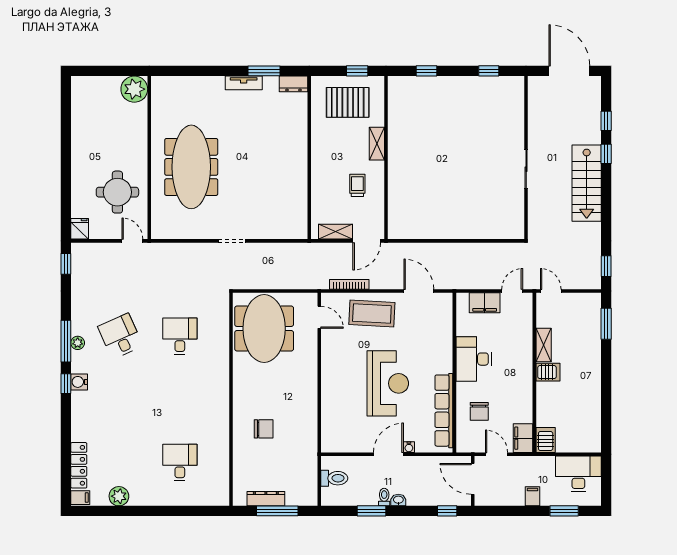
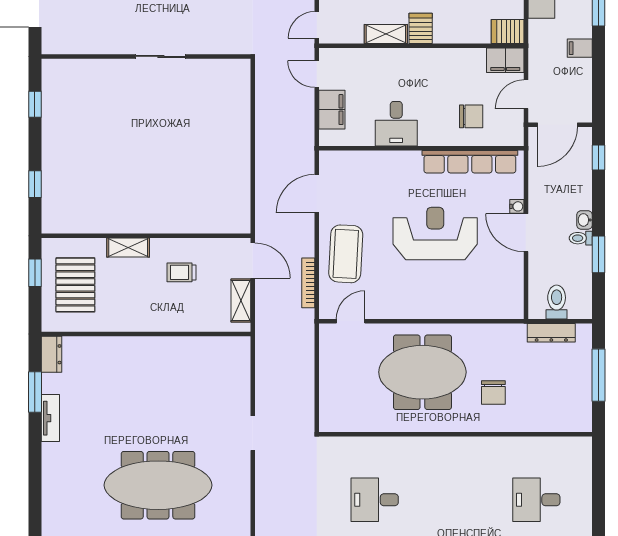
meeting table: (264, 328) -> (422, 372), moved
desk: (474, 359) -> (396, 124), width x0.73
chair: (264, 429) -> (493, 393), turned 180
dresser: (266, 499) -> (551, 333), moved, turned -90

